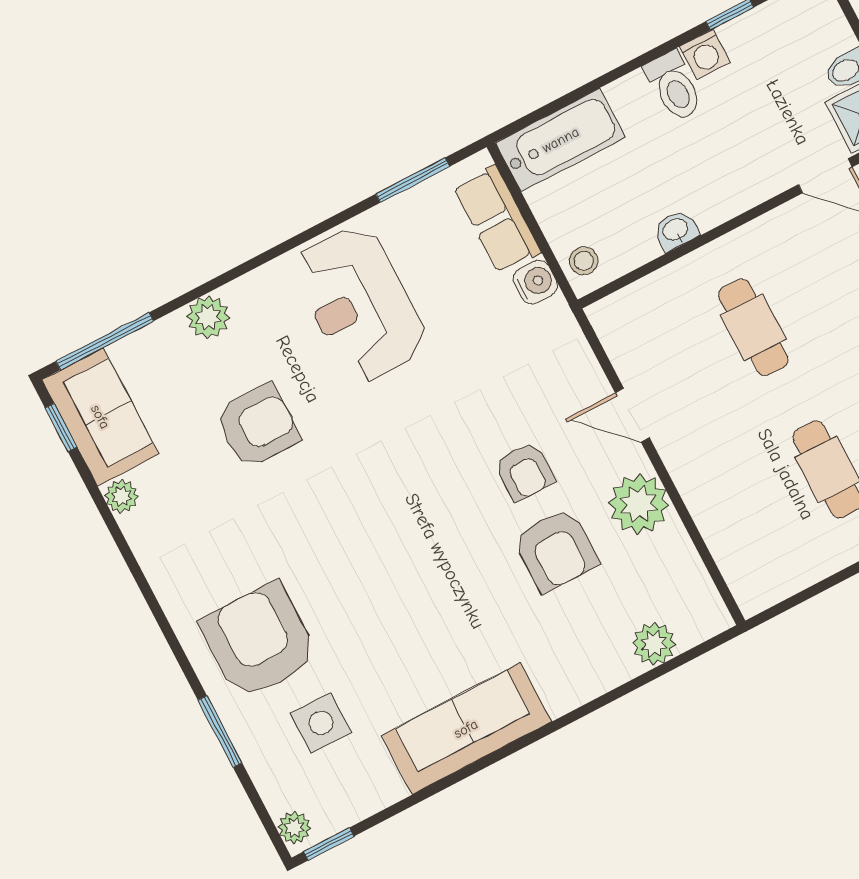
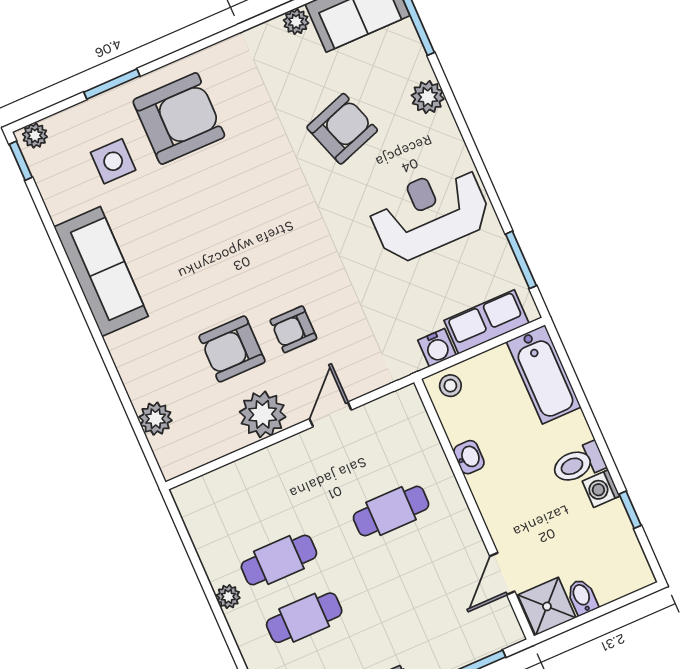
armchair: (257, 426) -> (342, 129), turned -109

